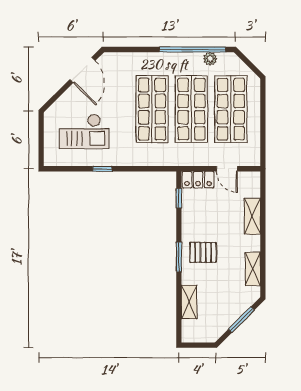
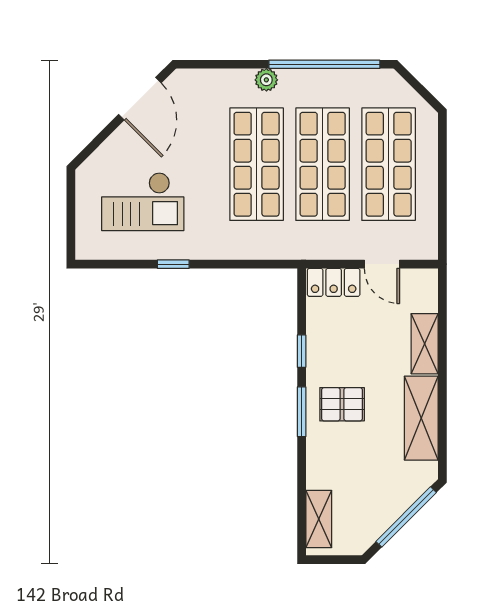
plant: (210, 59) -> (266, 80), moved
window: (179, 198) -> (302, 351), moved
shelving: (253, 269) -> (421, 418), width x1.50, depth x1.33
shelving: (189, 302) -> (319, 519), moved
window: (241, 320) -> (406, 517), width x1.44

